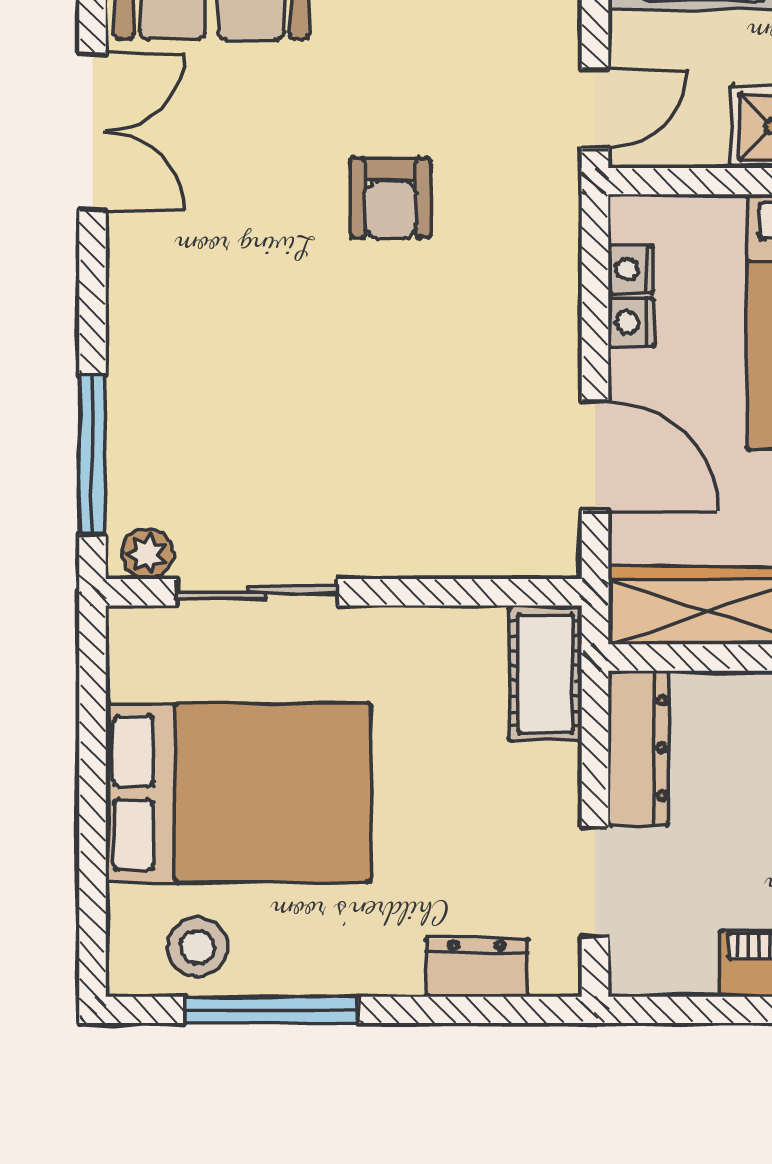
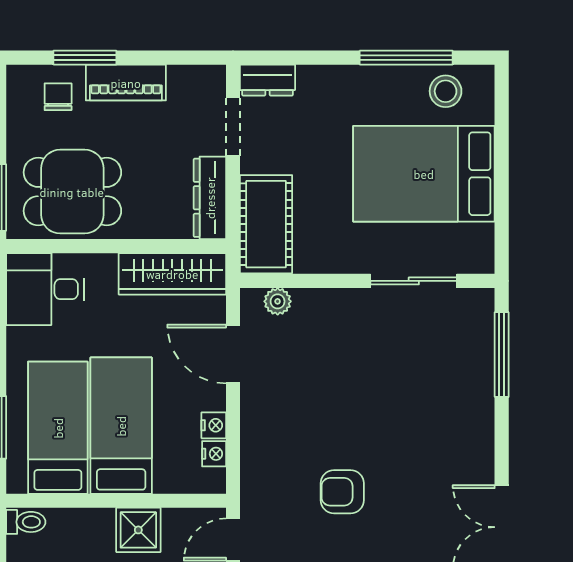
armchair: (391, 198) -> (342, 492), turned -90
plant: (147, 554) -> (278, 301), moved
cot: (545, 674) -> (266, 224), width x1.37, depth x1.34
dresser: (477, 968) -> (268, 80), moved

